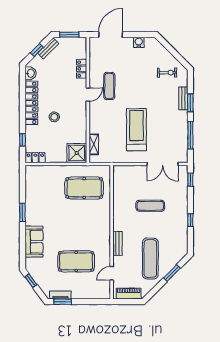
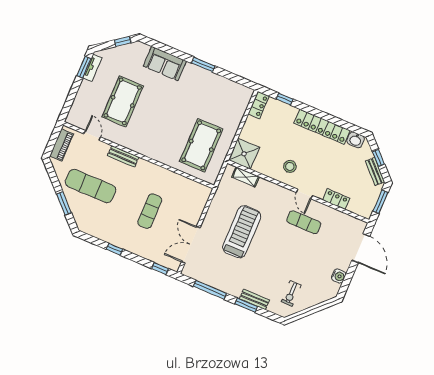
stool: (54, 117) -> (290, 166), moved
treadmill: (136, 130) -> (242, 232), turned -90

